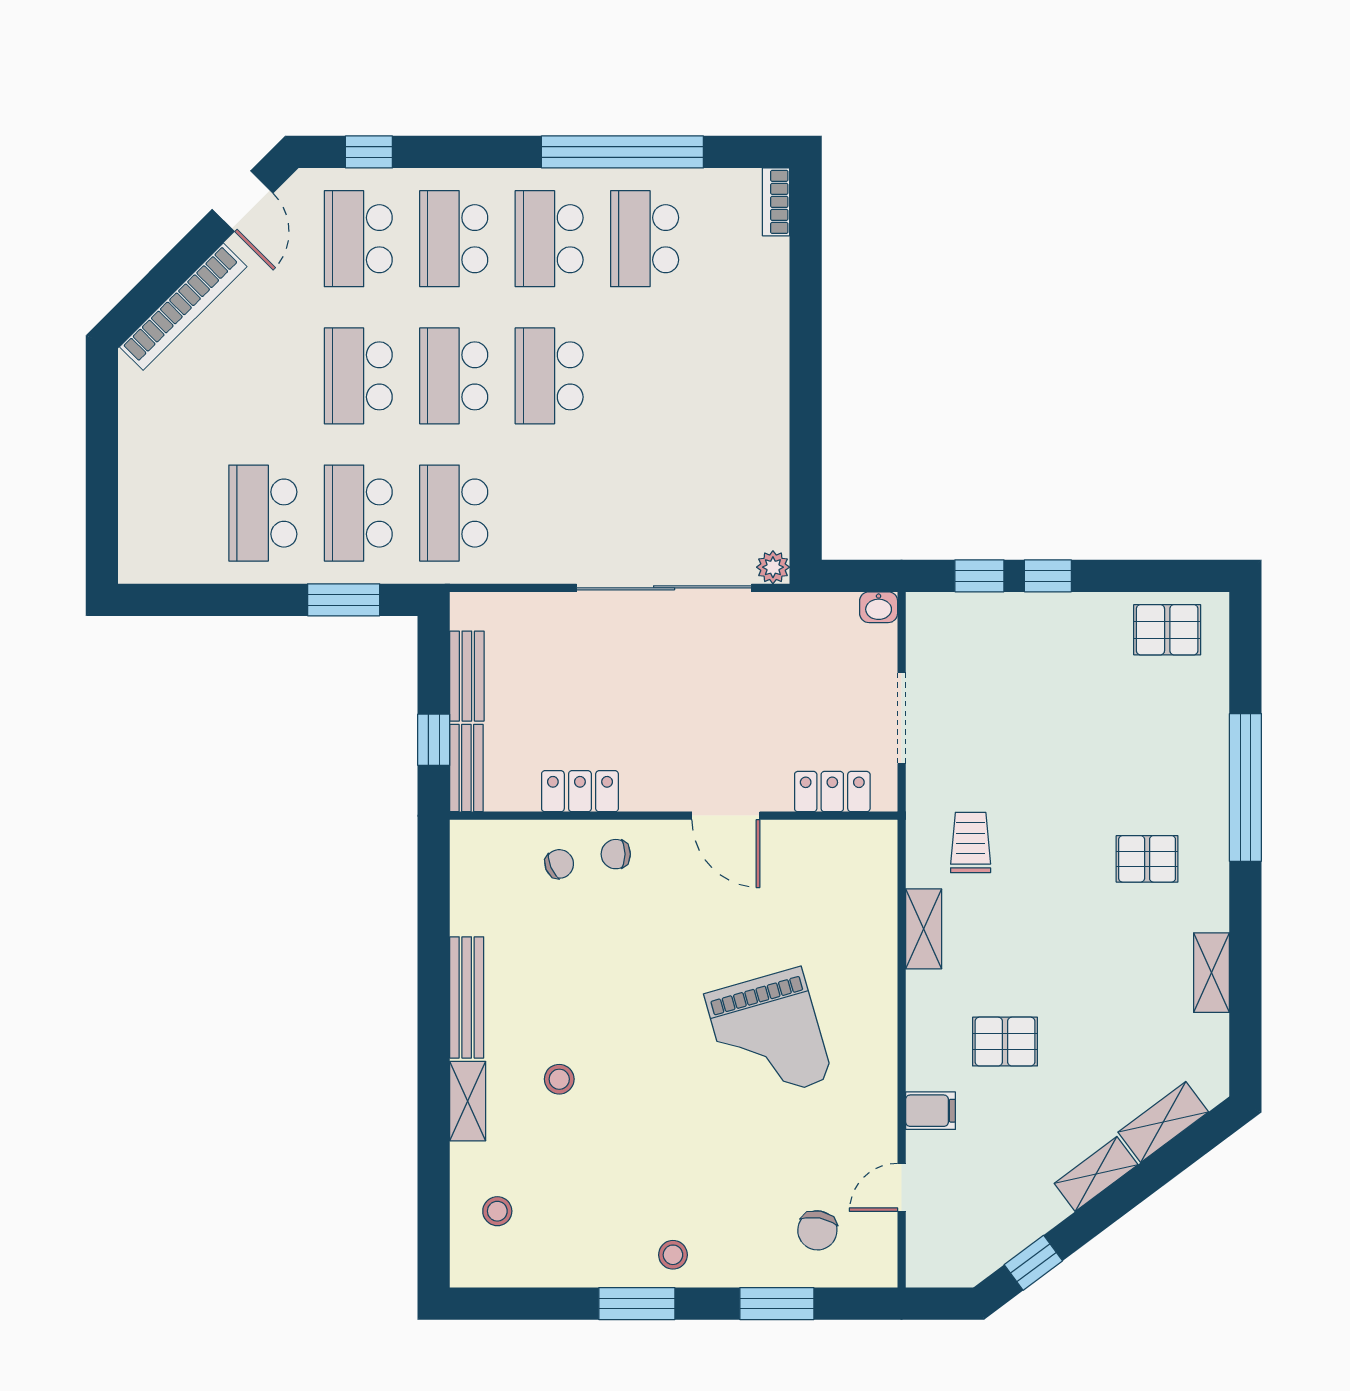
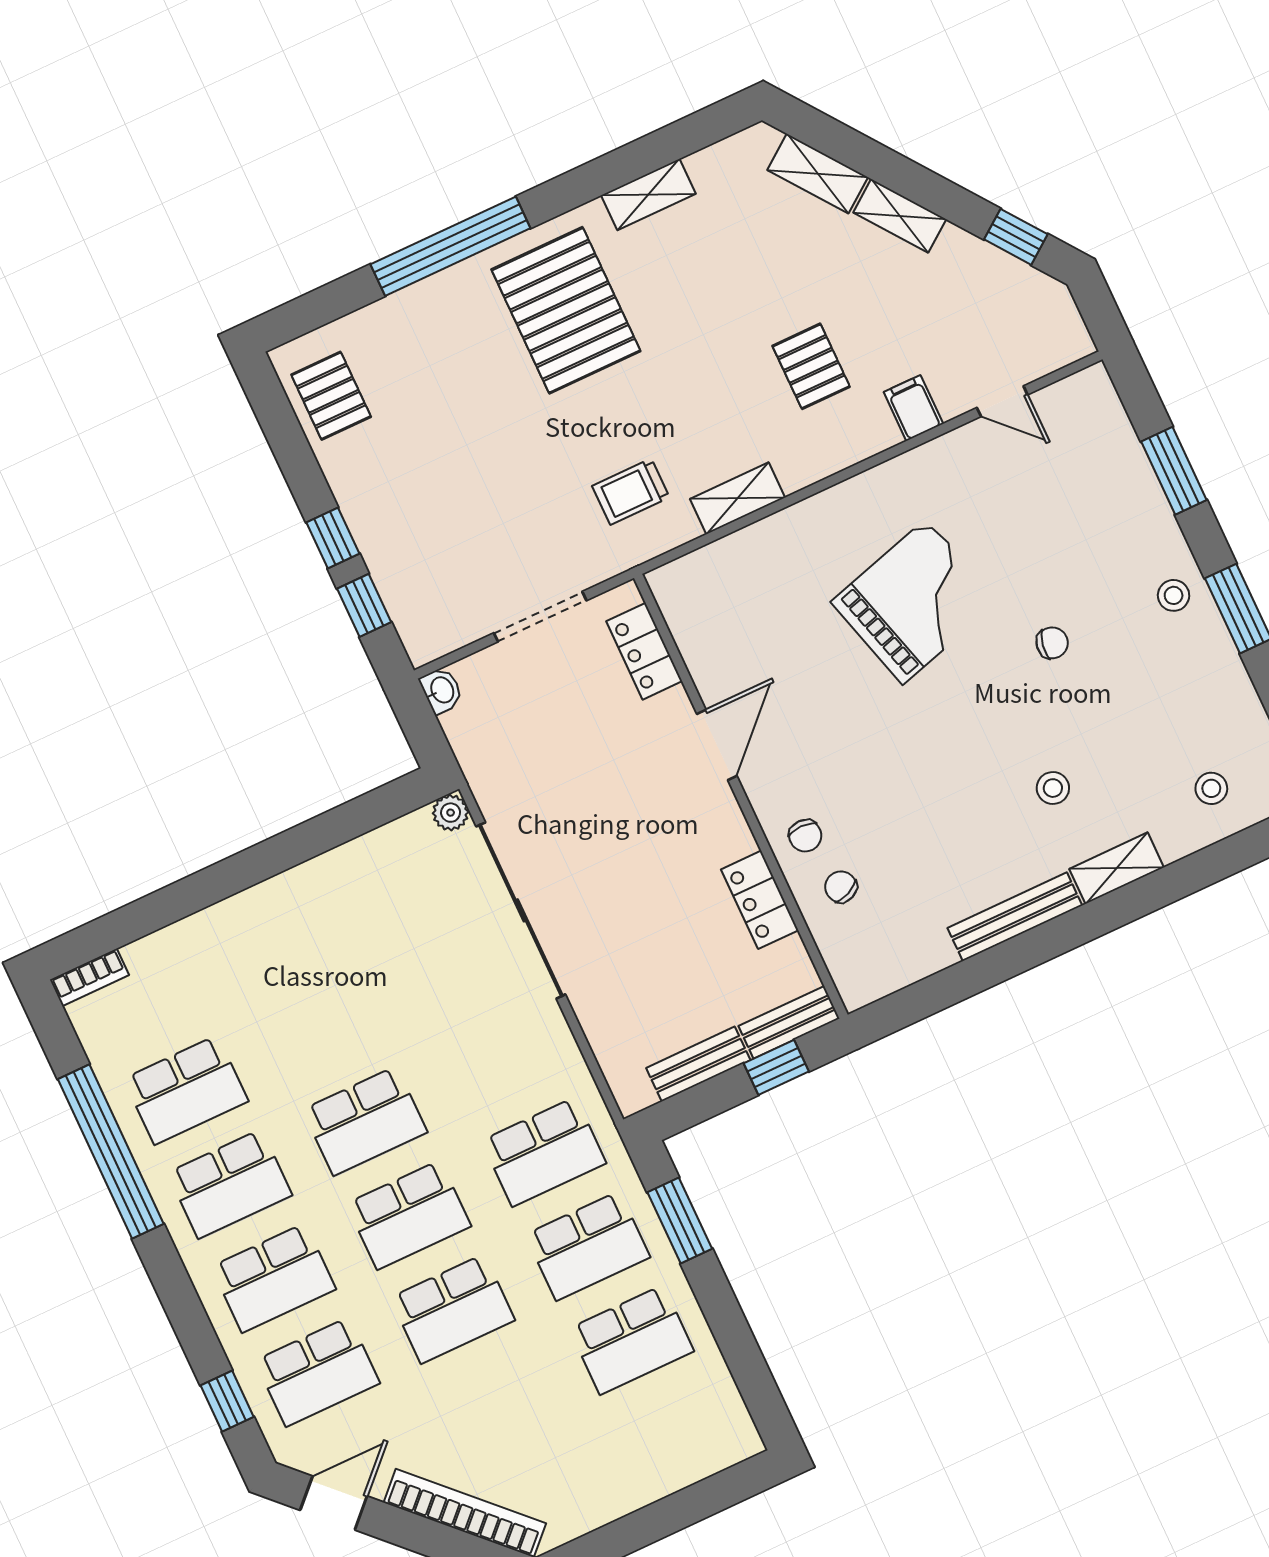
pallet: (1147, 859) -> (566, 310), width x2.05, depth x2.00
chair: (817, 1230) -> (1052, 643), moved, width x0.73, depth x0.73

